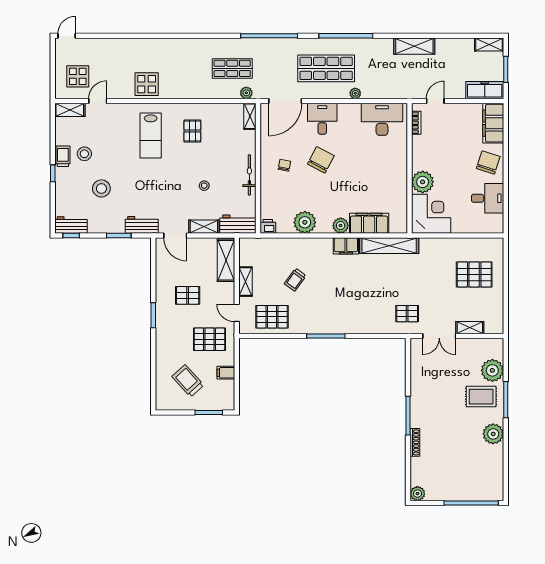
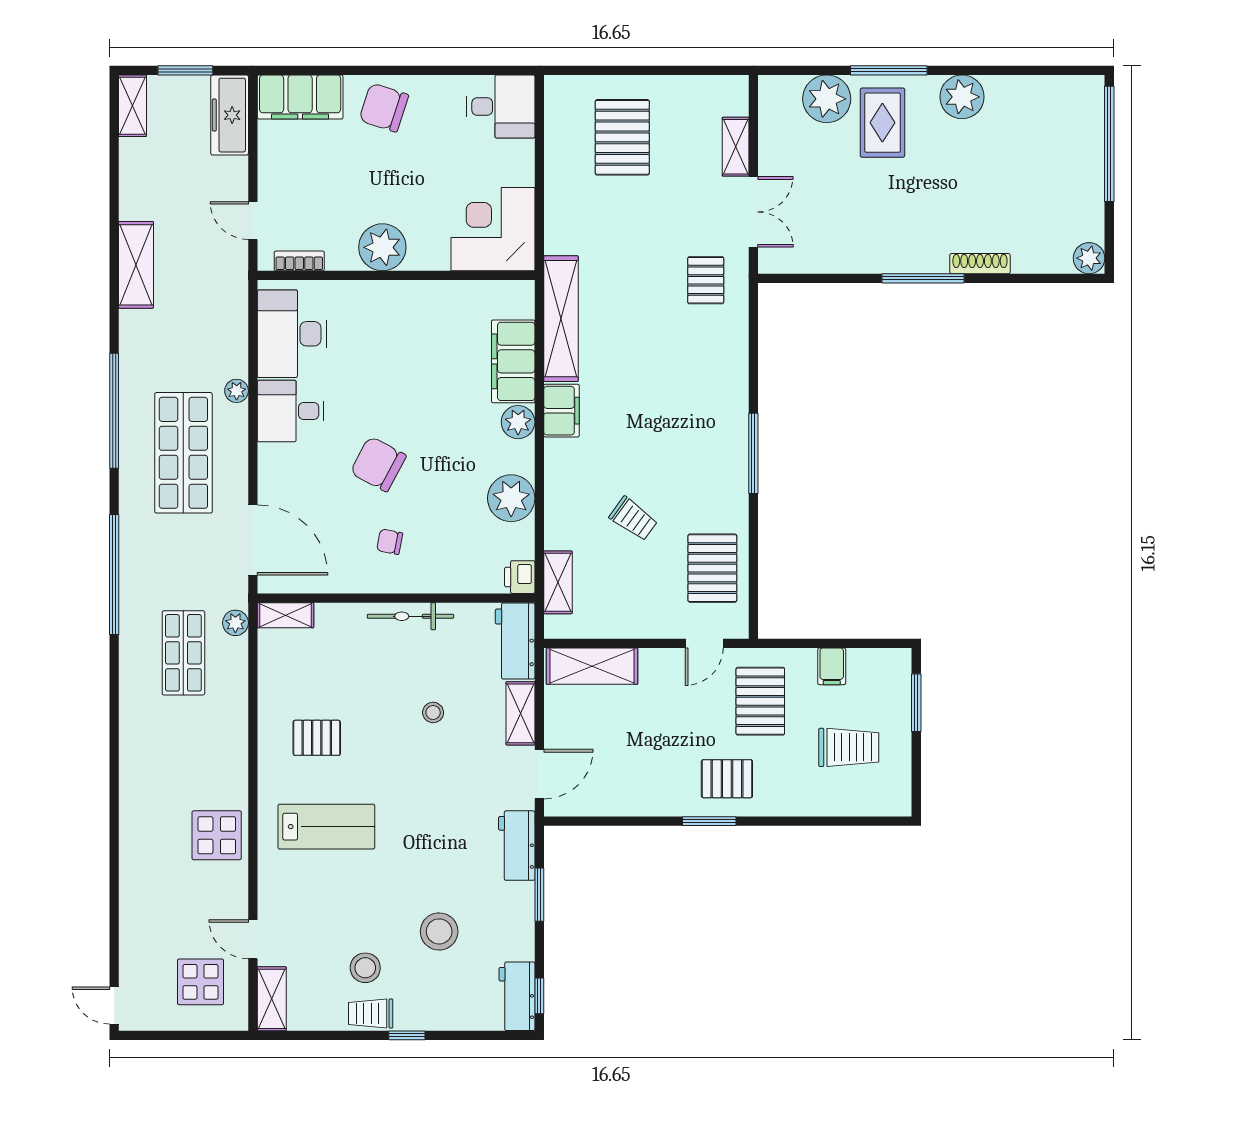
desk: (322, 119) -> (291, 411), moved
plant: (423, 182) -> (382, 247), moved
desk: (488, 198) -> (501, 106), moved, turned 90
shelving: (245, 282) -> (558, 582), moved, turned 90
pallet: (188, 295) -> (727, 779), moved, turned 90
trolley: (188, 381) -> (849, 747), turned -138

